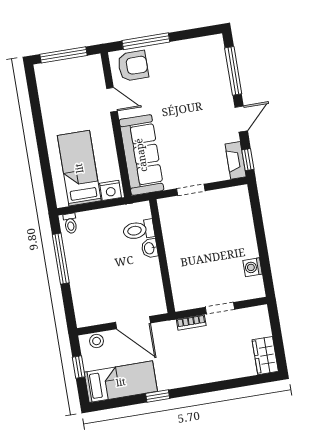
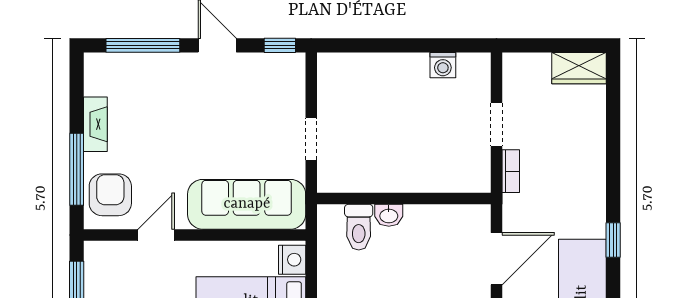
fireplace: (236, 160) -> (95, 124), moved, turned -90

